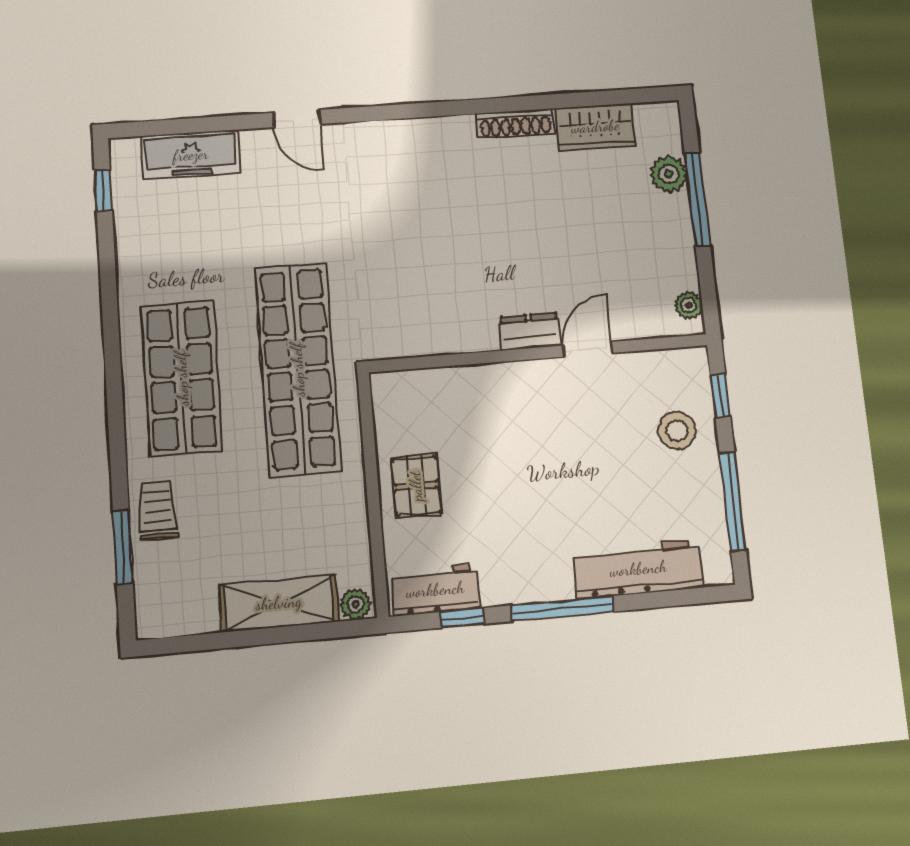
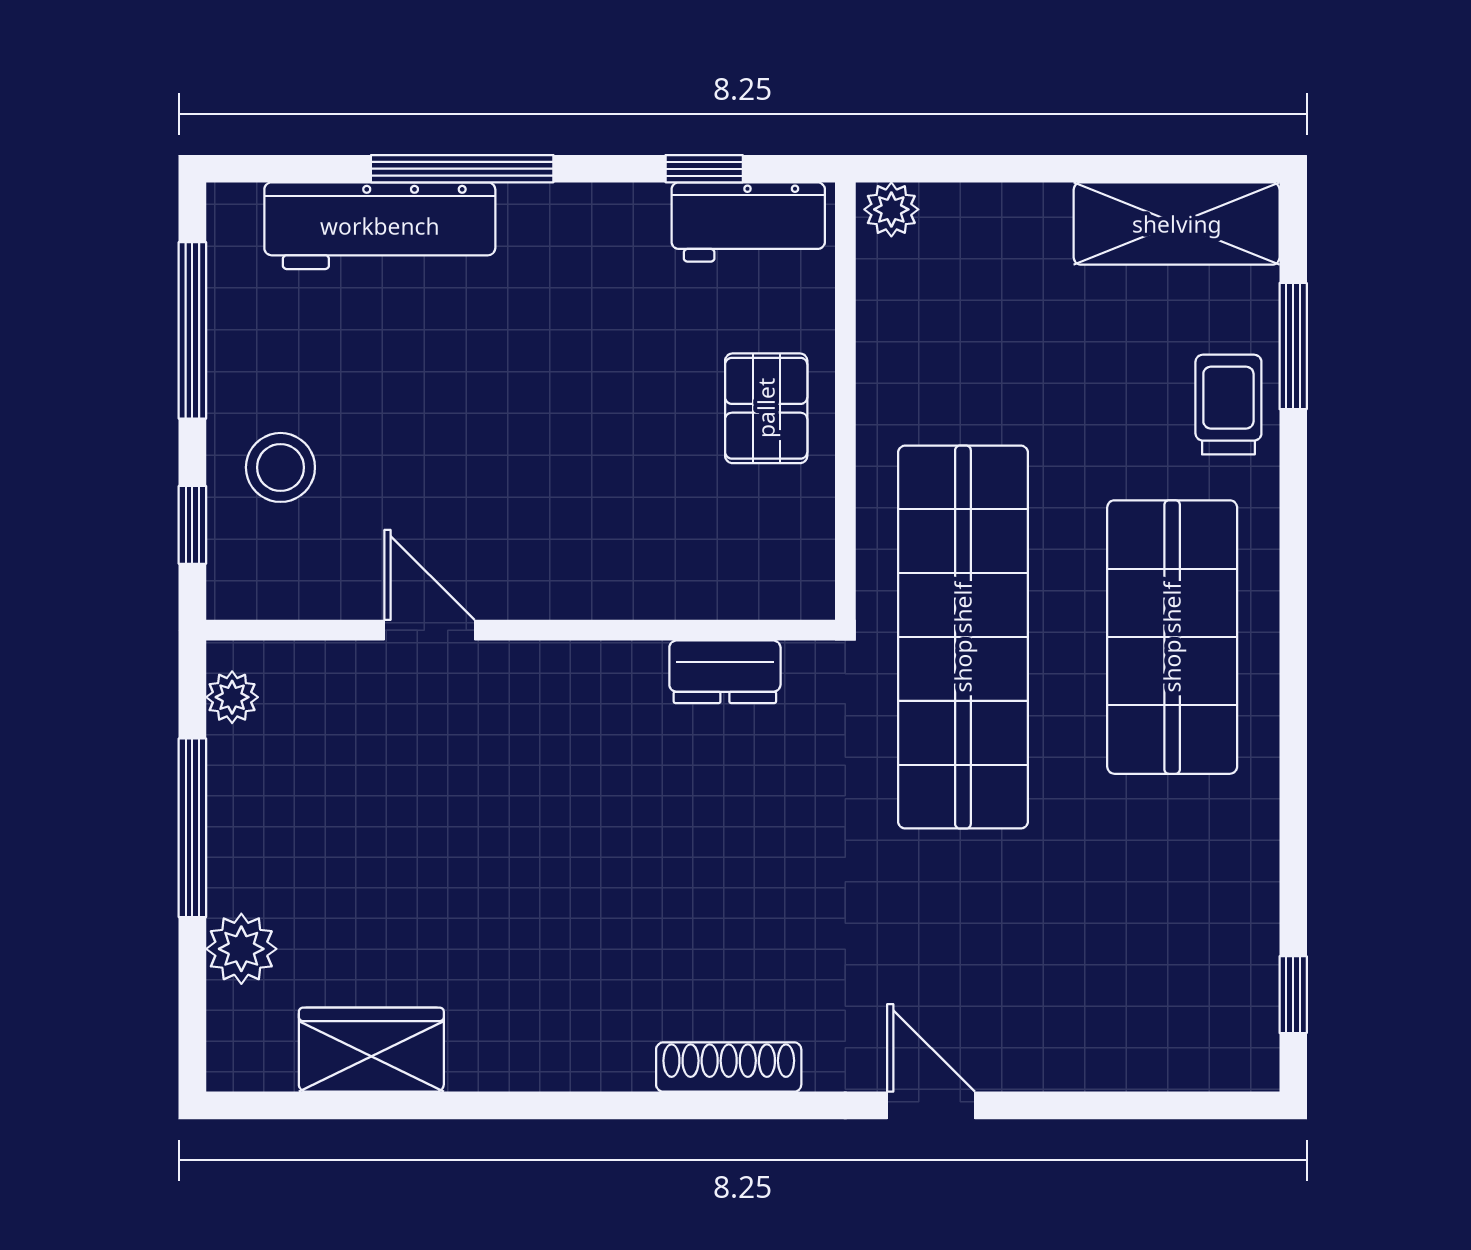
shoe rack: (516, 124) -> (729, 1067), moved
freezer: (191, 155) -> (1130, 1050), removed
window: (697, 199) -> (192, 828), moved
dresser: (530, 331) -> (725, 672), moved
door: (588, 349) -> (429, 630), swing flipped
trolley: (158, 510) -> (1228, 405), turned 180
shelving: (279, 603) -> (1177, 224), moved
window: (562, 609) -> (462, 169), moved

